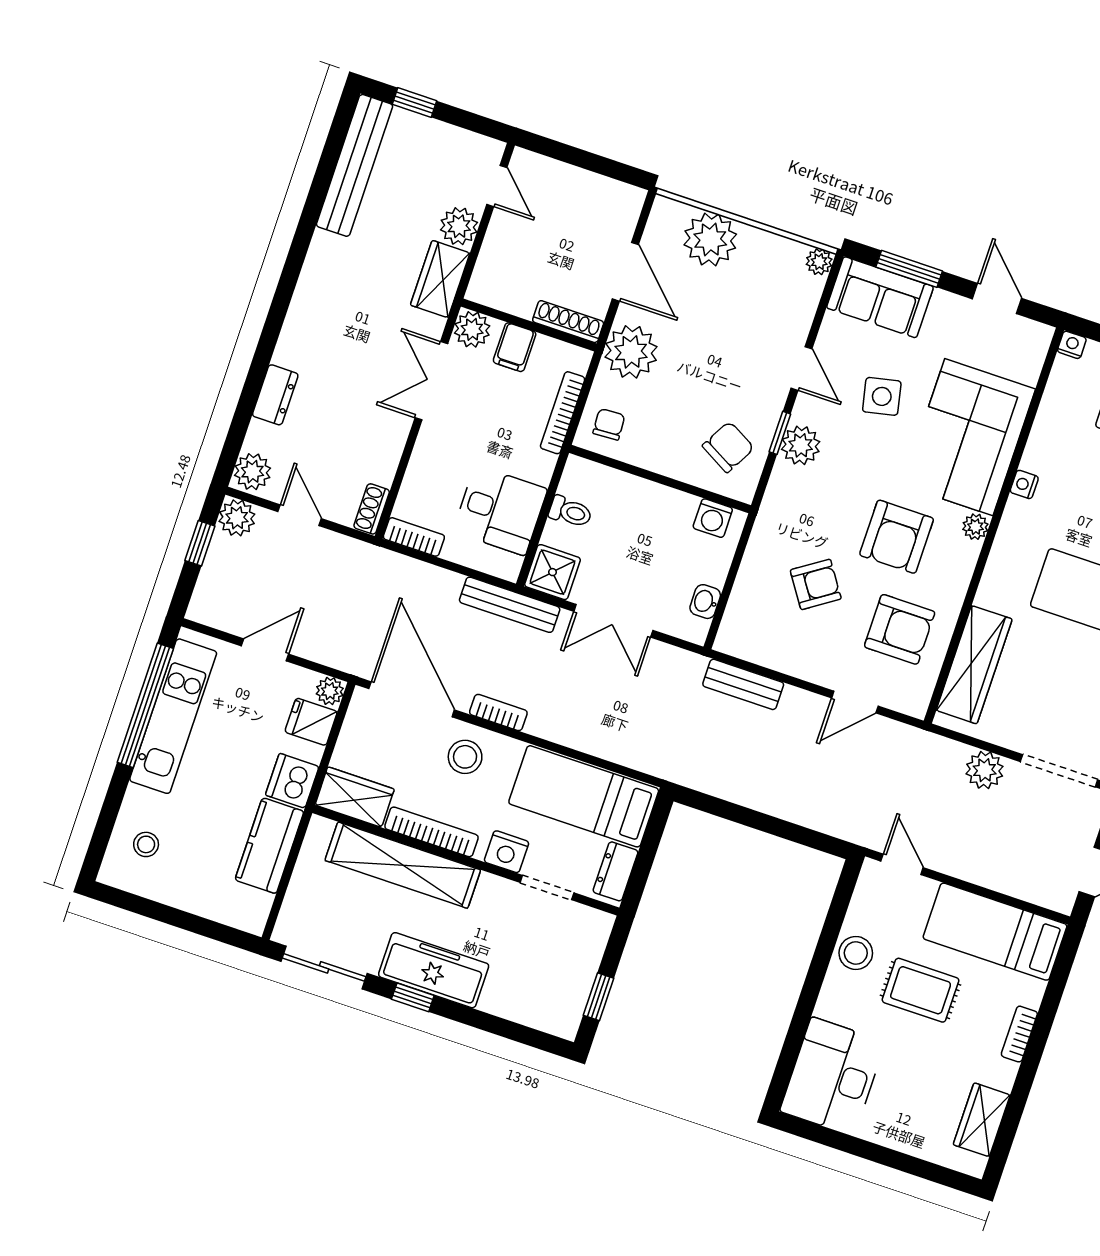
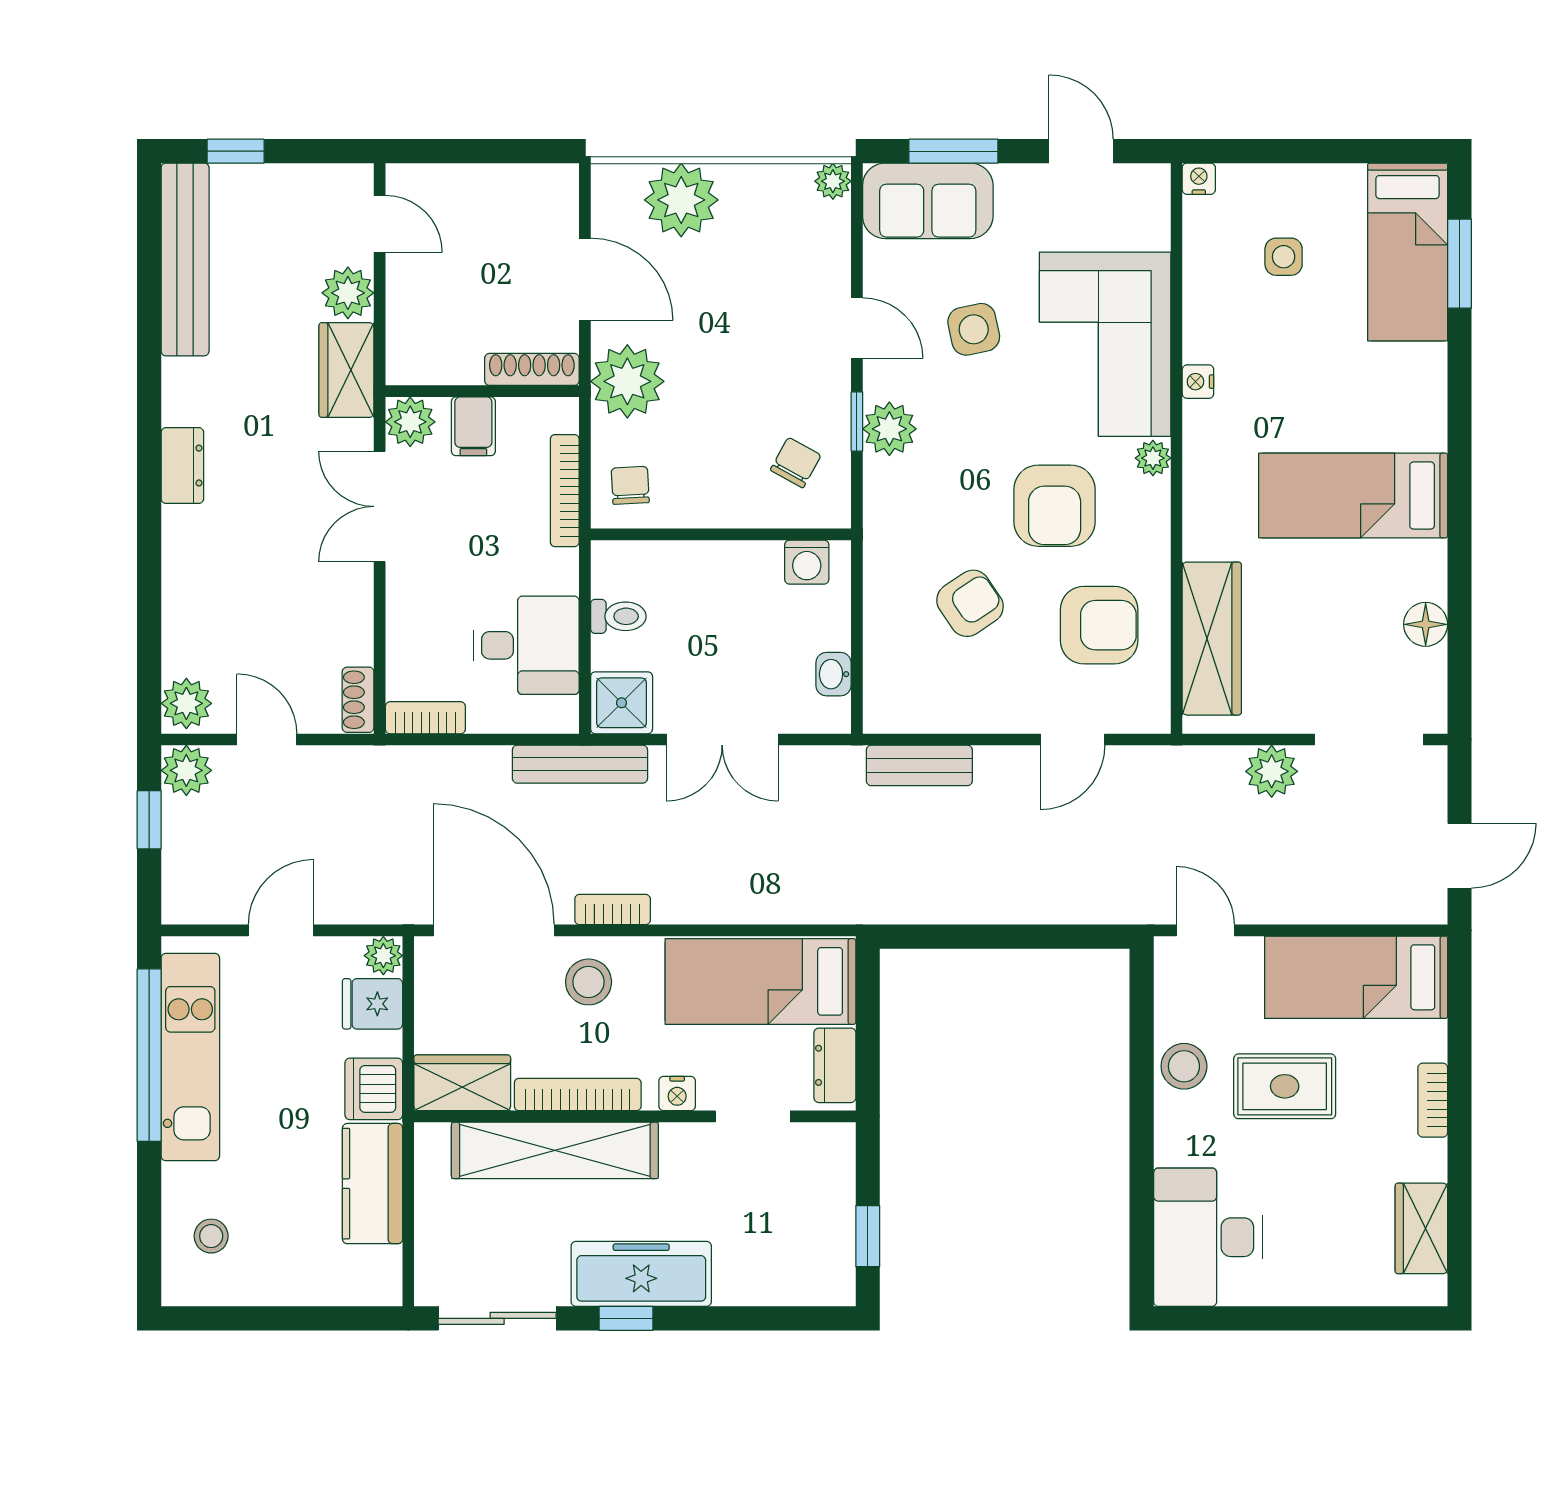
dresser: (275, 395) -> (182, 466), moved
chair: (728, 447) -> (796, 463), width x0.73, depth x0.73
nightstand: (507, 852) -> (677, 1094), width x0.72, depth x0.74

